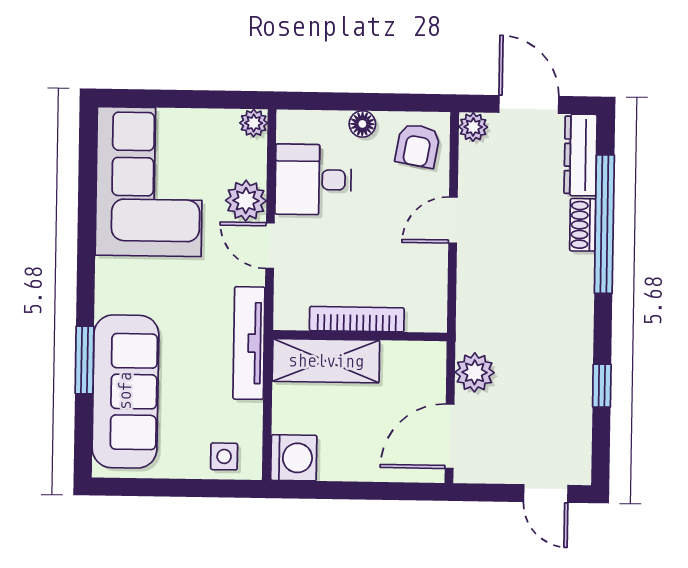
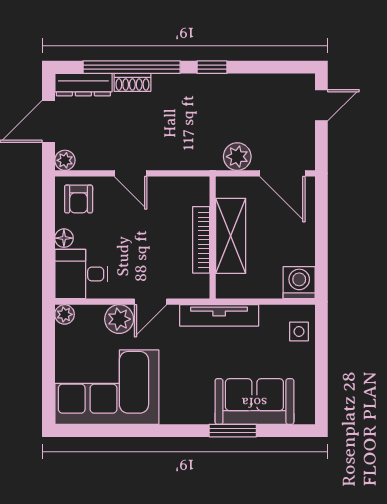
armchair: (418, 146) -> (79, 199), turned 80
desk: (313, 180) -> (81, 274), moved, turned 90
shelving: (326, 361) -> (231, 236), moved
window: (602, 386) -> (212, 67), moved
sofa: (125, 391) -> (254, 402), width x0.73

